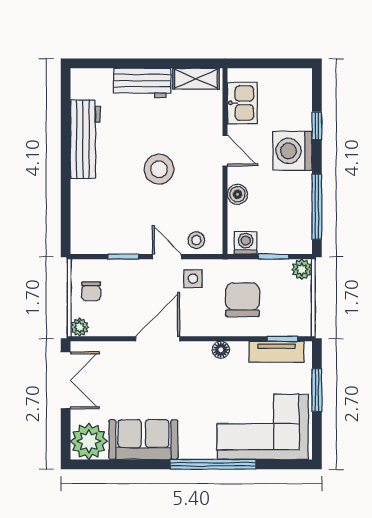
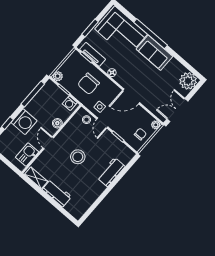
workbench: (85, 139) -> (111, 172), moved, width x0.73
sofa: (143, 440) -> (154, 53), moved

